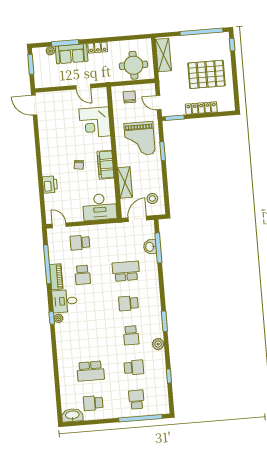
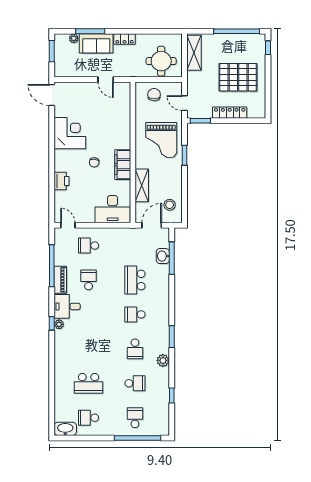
corner desk: (95, 122) -> (70, 133), moved, turned 180
school desk: (126, 271) -> (135, 280), turned -90
school desk: (83, 275) -> (89, 280), turned 180

